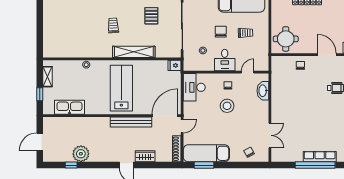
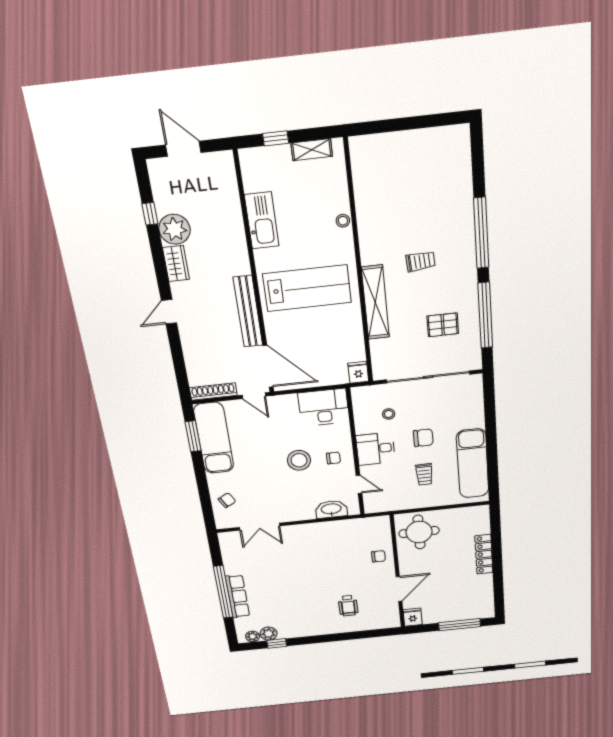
kitchen sink: (70, 107) -> (262, 220), moved
wardrobe: (145, 156) -> (176, 263), moved

